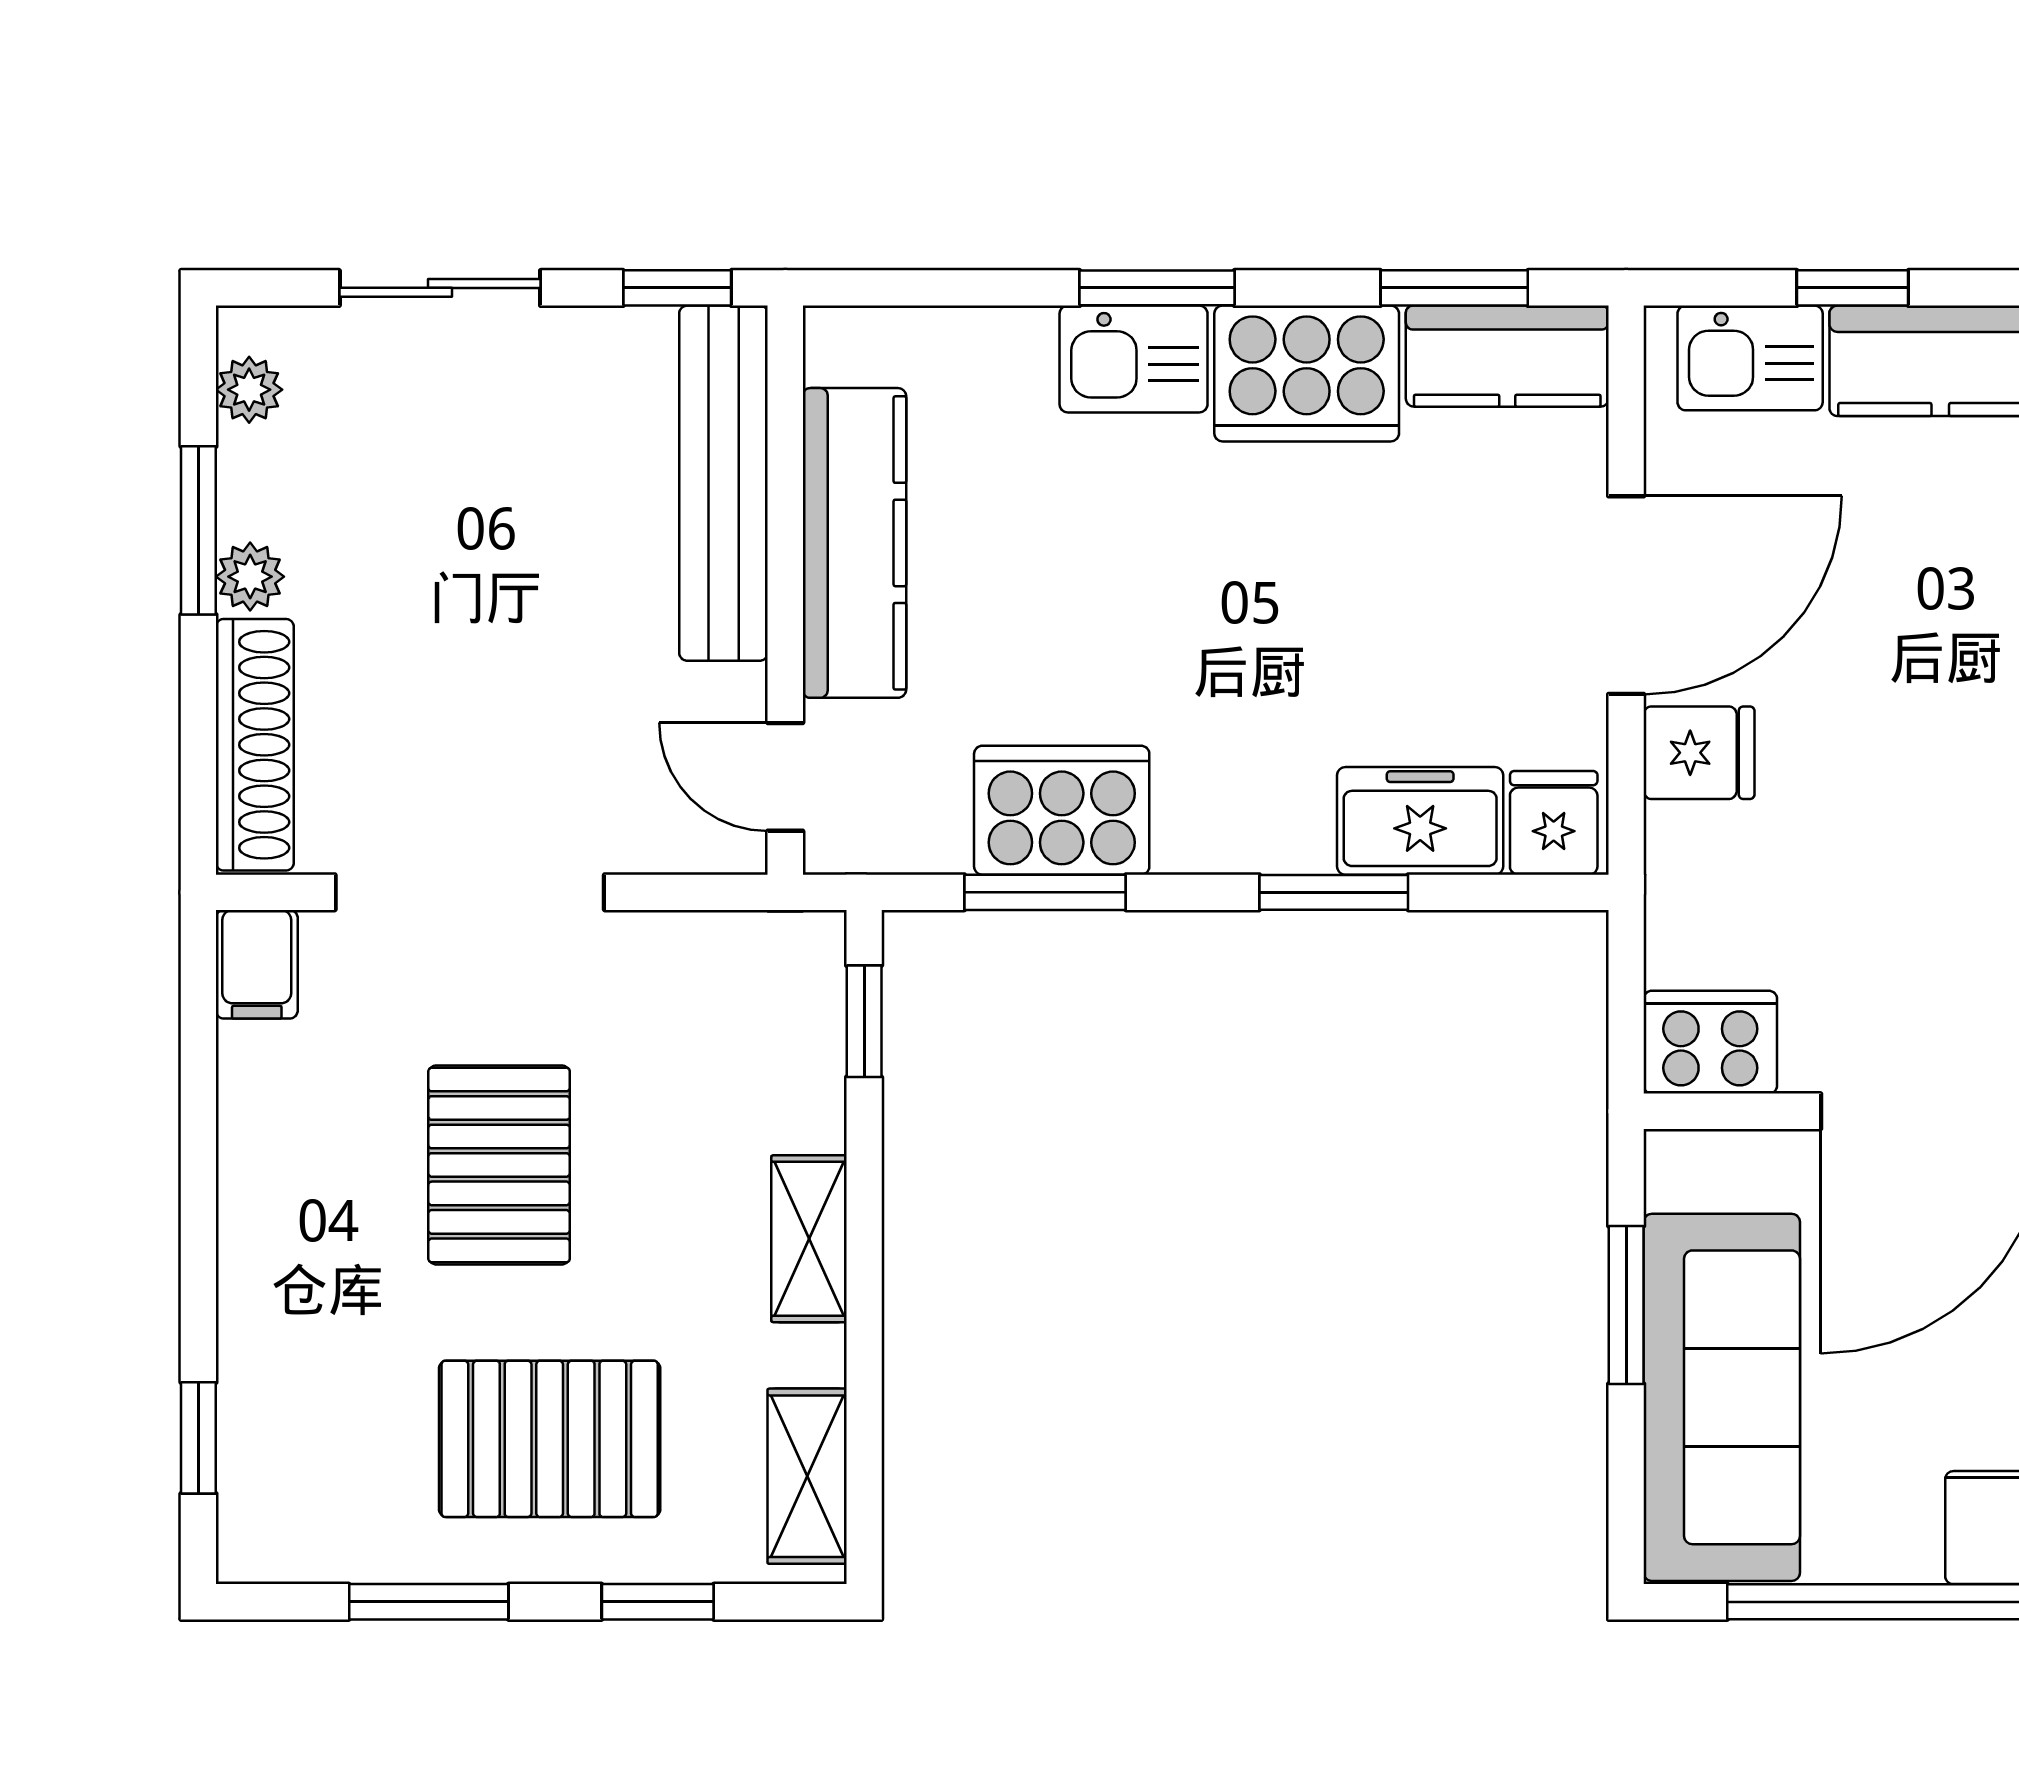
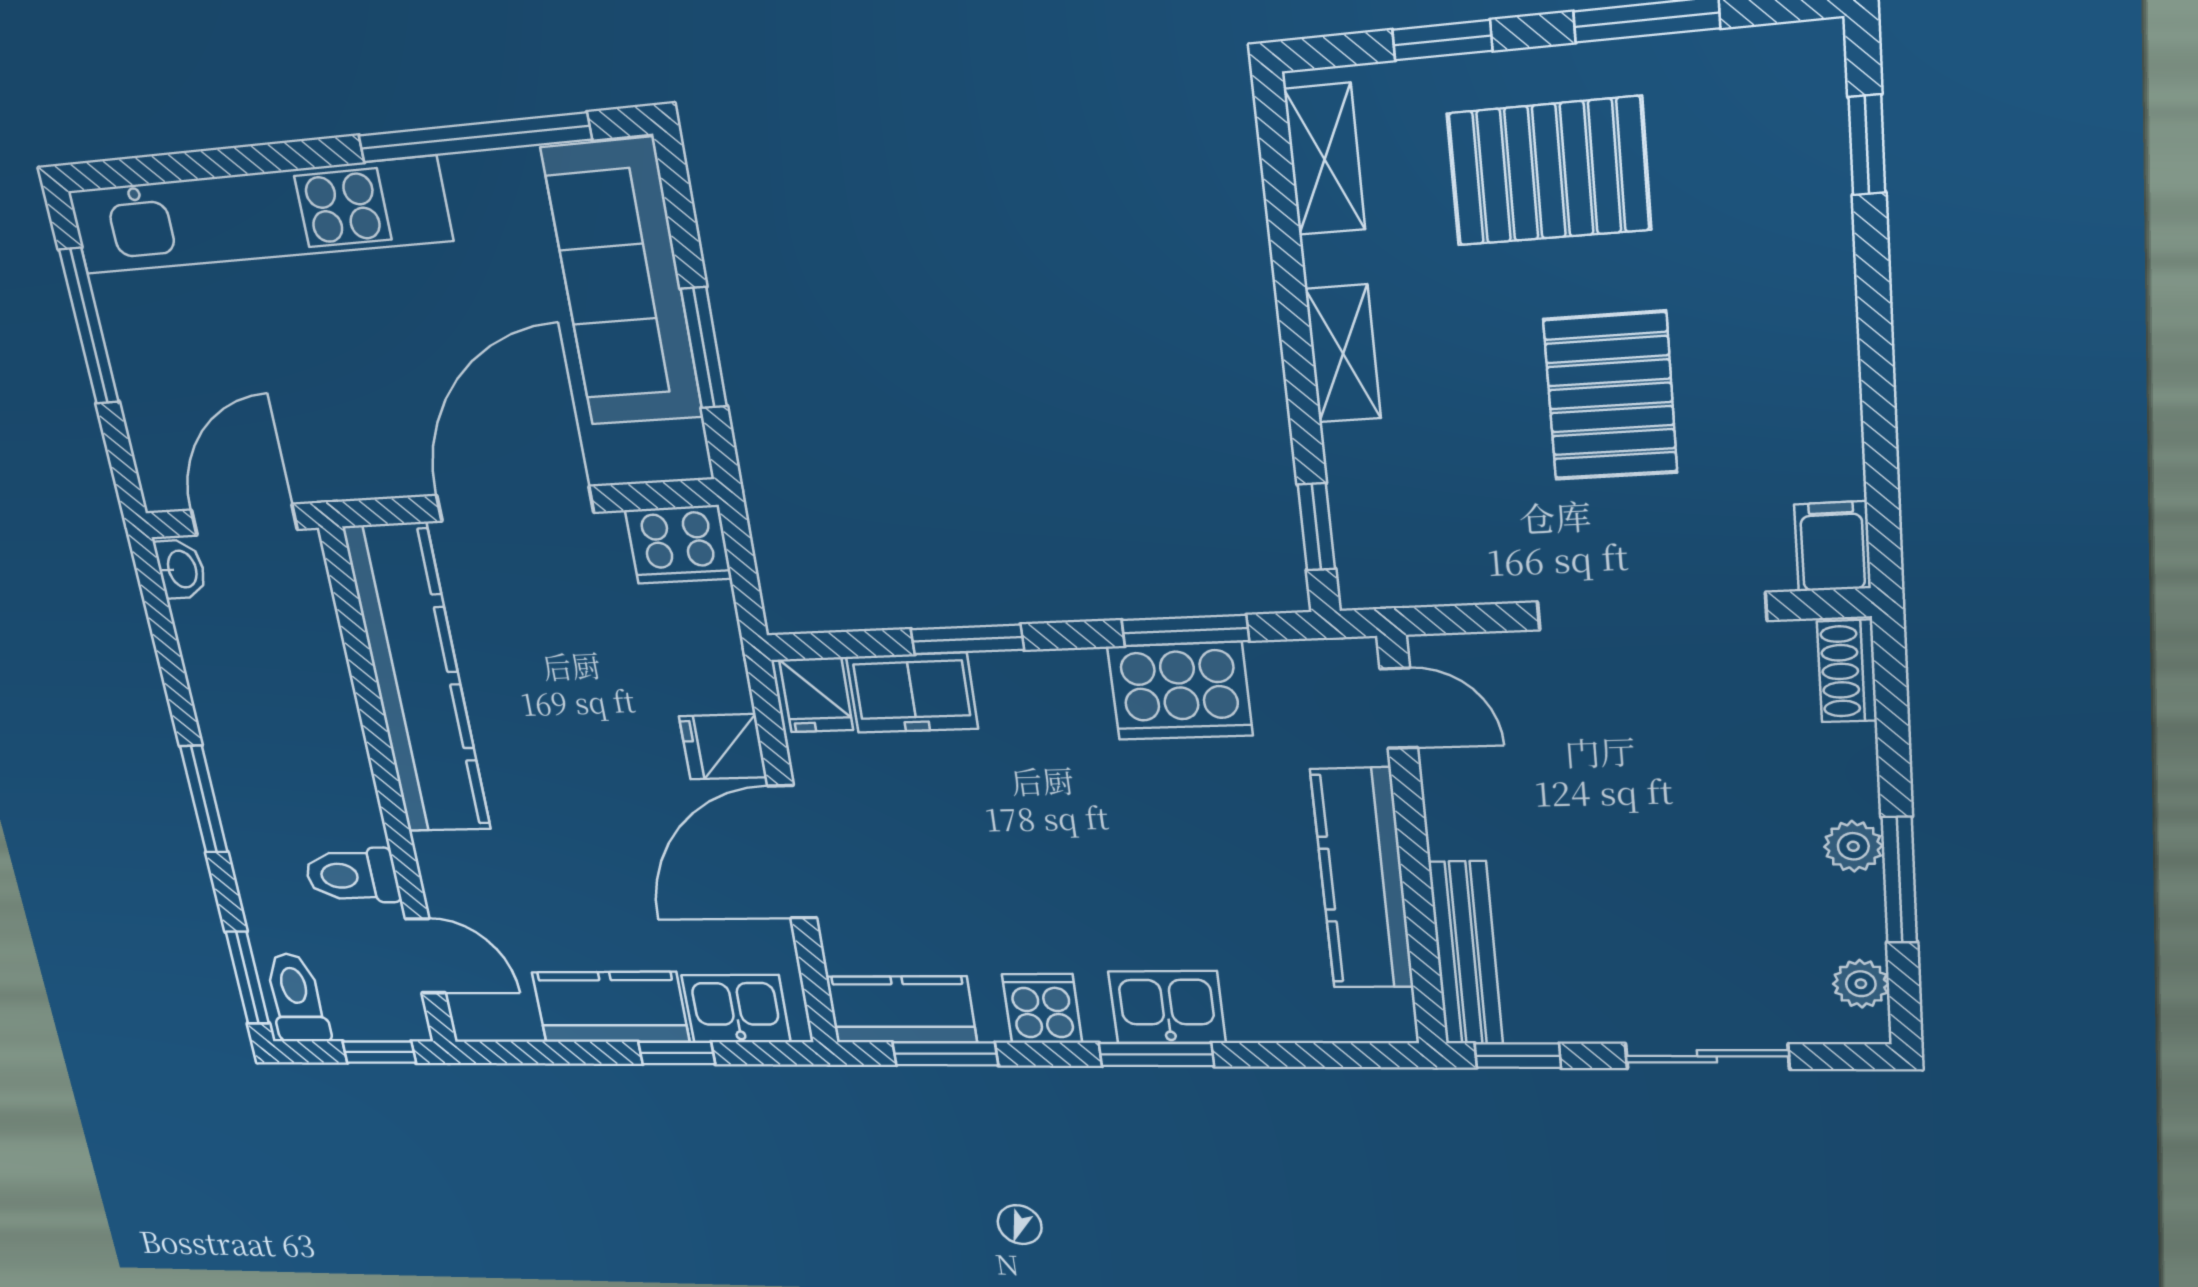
cooker: (1307, 373) -> (1042, 1008), width x0.53, depth x0.76
bench: (724, 483) -> (1466, 953), width x0.73, depth x0.82
shoe rack: (255, 745) -> (1847, 671), width x0.51, depth x0.81

